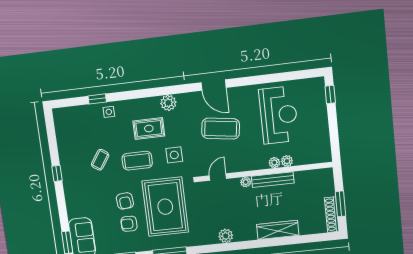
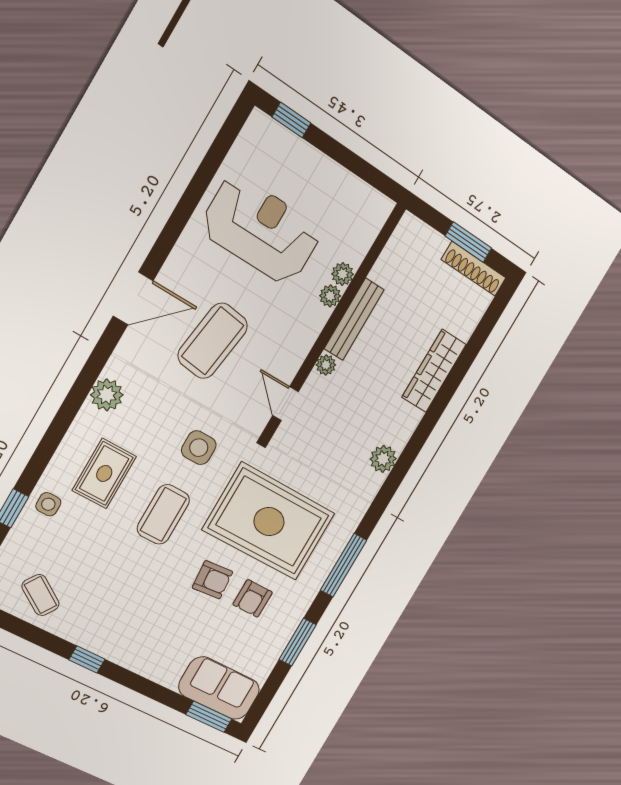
rug: (149, 128) -> (104, 474), moved
coffee table: (100, 160) -> (41, 595), moved

